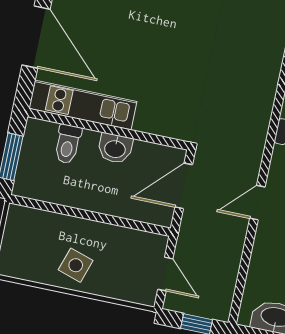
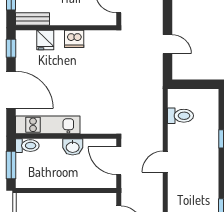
toilet: (68, 144) -> (27, 146), moved, turned -90
door: (184, 186) -> (119, 161), hinge flipped

